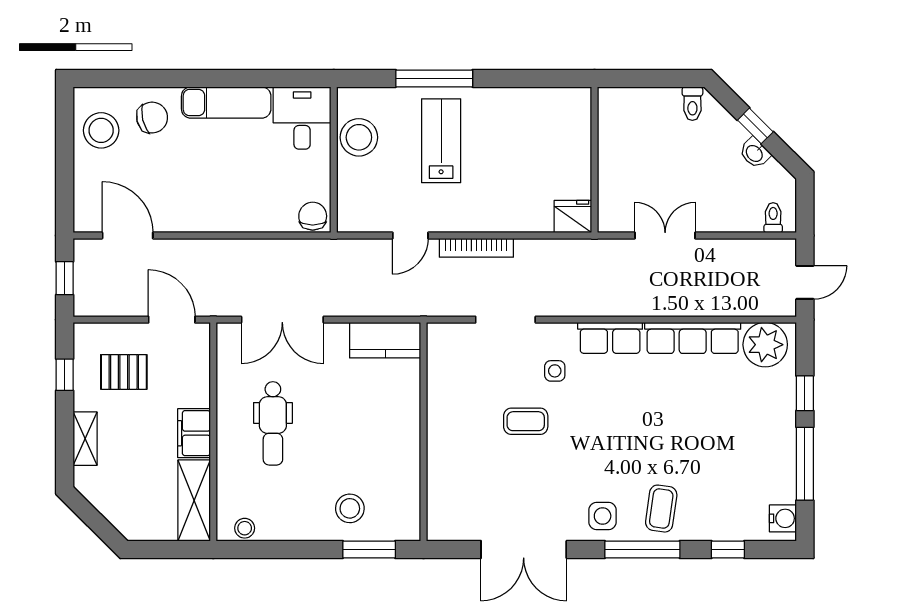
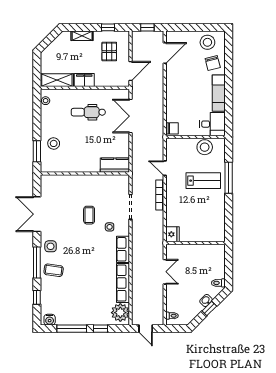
washbasin: (755, 153) -> (206, 301), moved
kitchen counter: (385, 340) -> (115, 165), moved, turned 90

